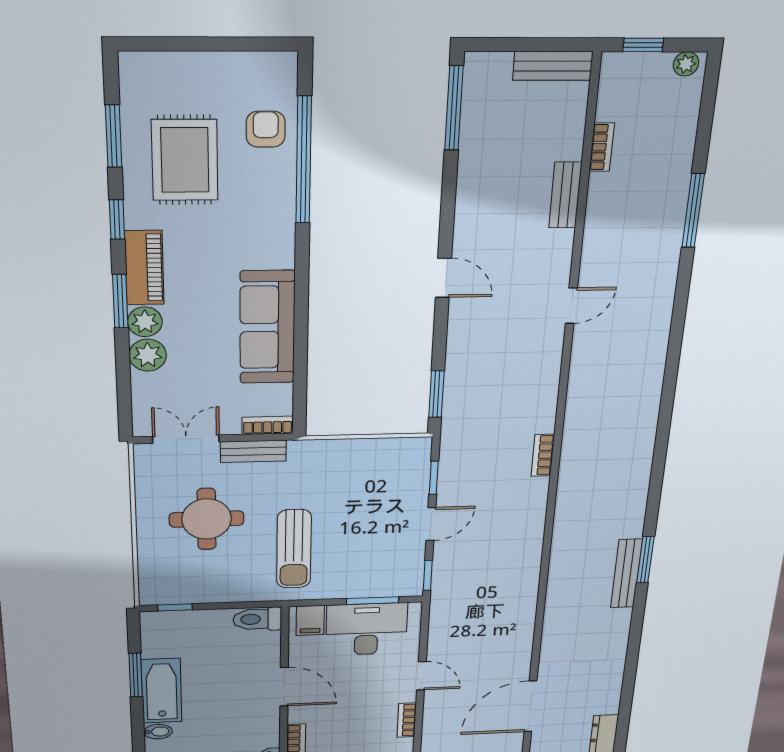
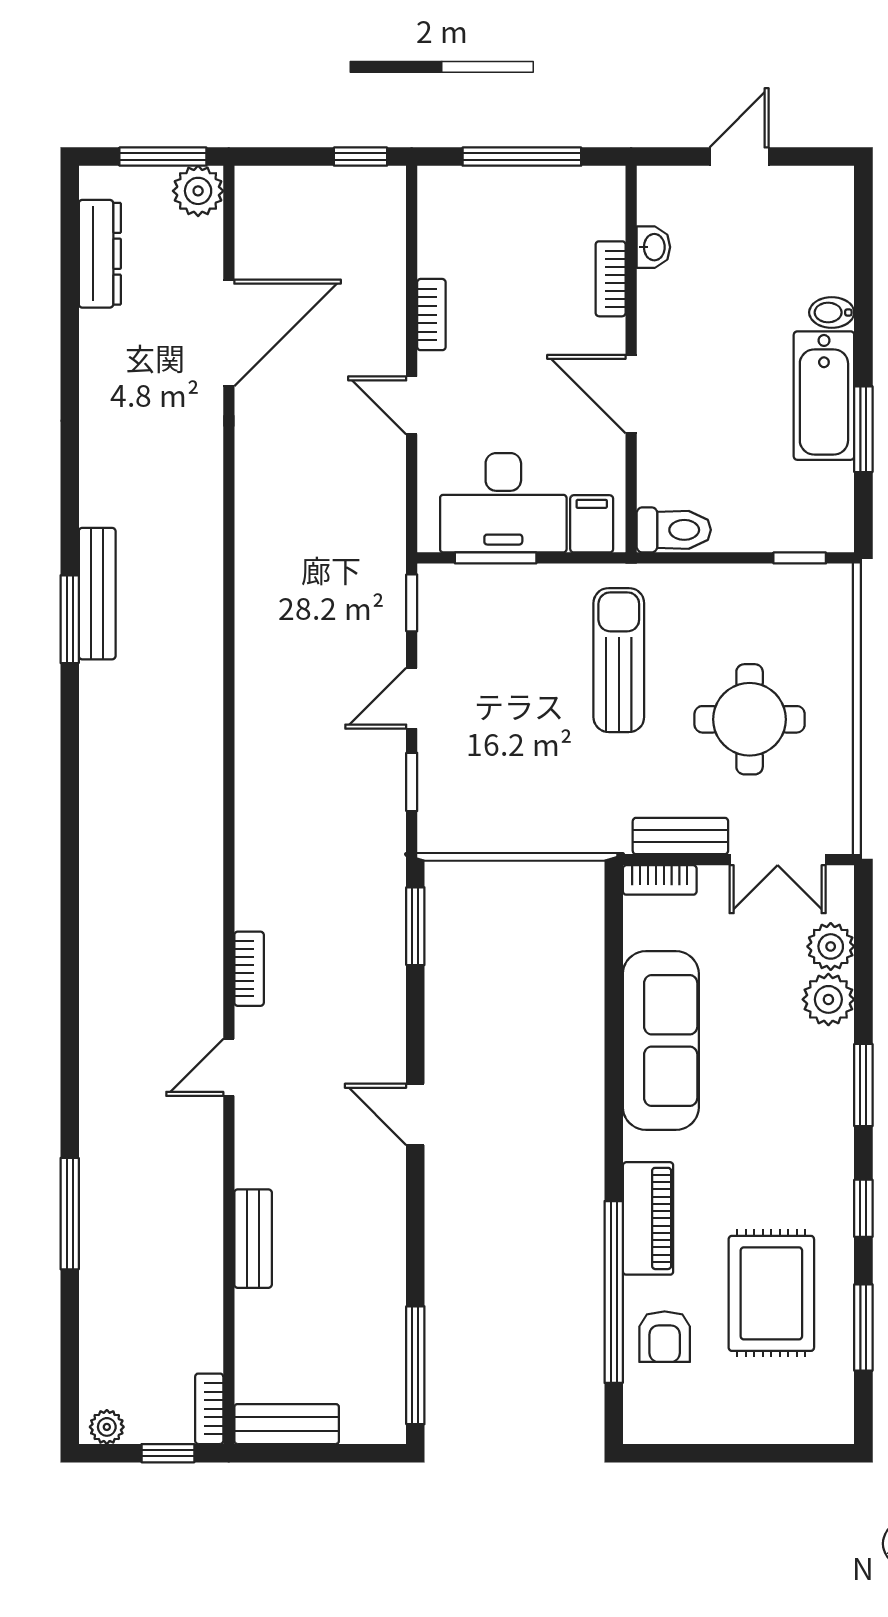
bookcase: (602, 147) -> (209, 1409), moved
piano: (144, 268) -> (648, 1218), moved, turned 180
plant: (145, 322) -> (831, 946), moved
bookcase: (543, 455) -> (249, 969), moved

